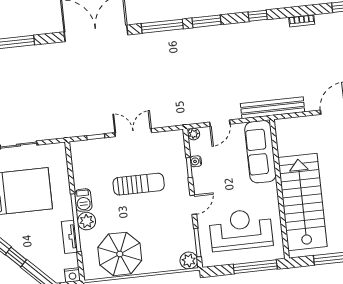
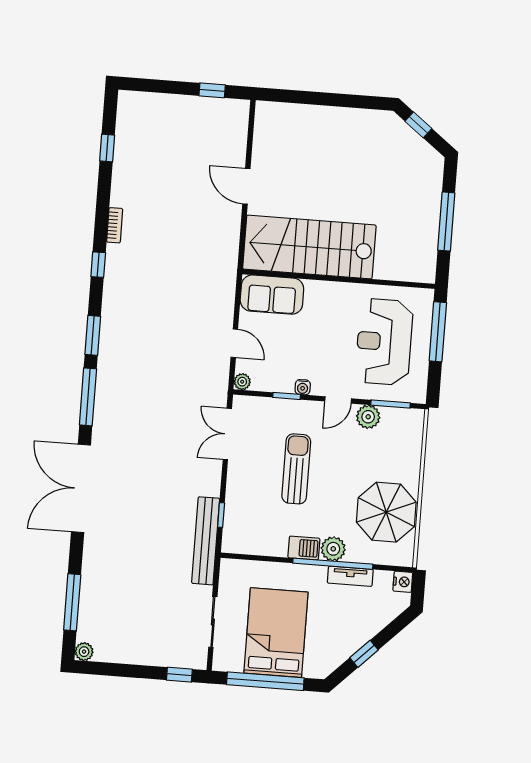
bookcase: (302, 21) -> (115, 225), moved
bench: (273, 108) -> (206, 541), moved
double door: (133, 133) -> (227, 434), moved
sofa: (260, 152) -> (272, 295), width x0.73
water cooler: (196, 161) -> (303, 387), moved
stairs: (303, 202) -> (309, 247), moved
door: (193, 205) -> (338, 400), swing flipped
plant: (189, 260) -> (368, 417), moved

